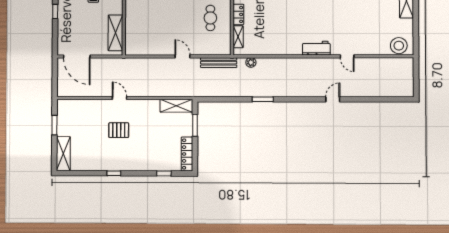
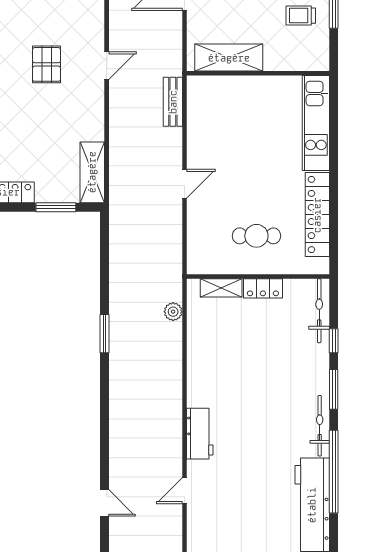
bench: (219, 63) -> (173, 102), moved, width x0.73
door: (333, 99) -> (104, 503), moved

